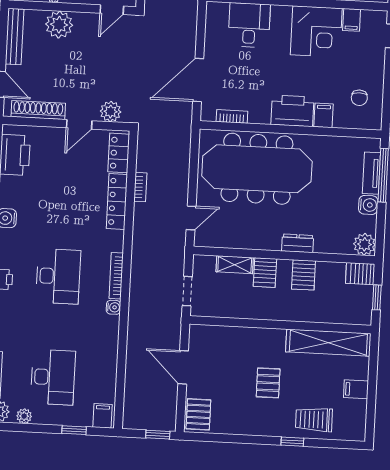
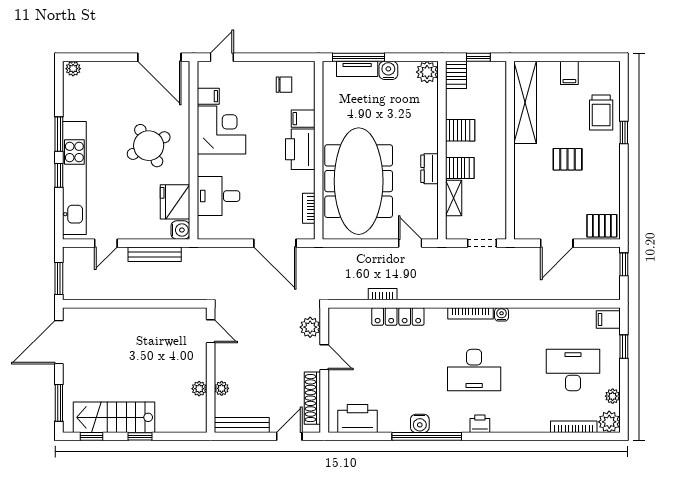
plant: (59, 25) -> (222, 388), width x0.53, depth x0.53
locker: (119, 153) -> (350, 317), removed
dresser: (298, 243) -> (429, 169), moved
desk: (58, 276) -> (474, 370), turned 180

